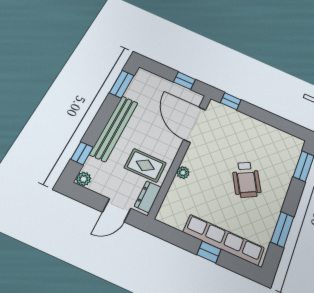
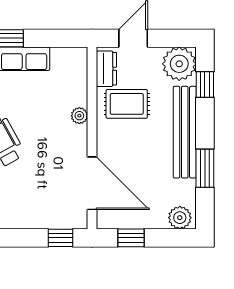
plant: (146, 78) -> (180, 218), added
window: (122, 84) -> (205, 168), moved
plant: (84, 179) -> (179, 64), width x1.88, depth x1.88

